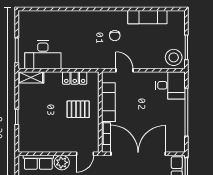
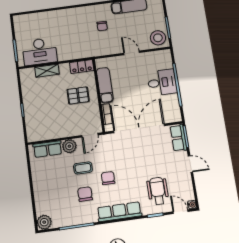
door: (124, 70) -> (132, 53), moved
shelving: (31, 77) -> (47, 71), moved
locker: (75, 78) -> (82, 67), moved
desk: (170, 85) -> (162, 82), moved

